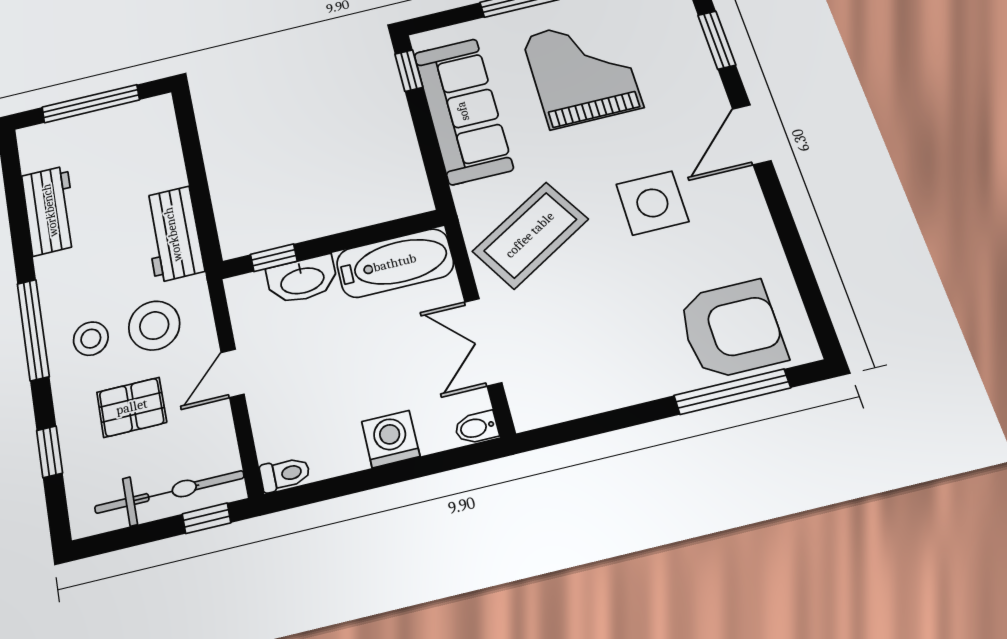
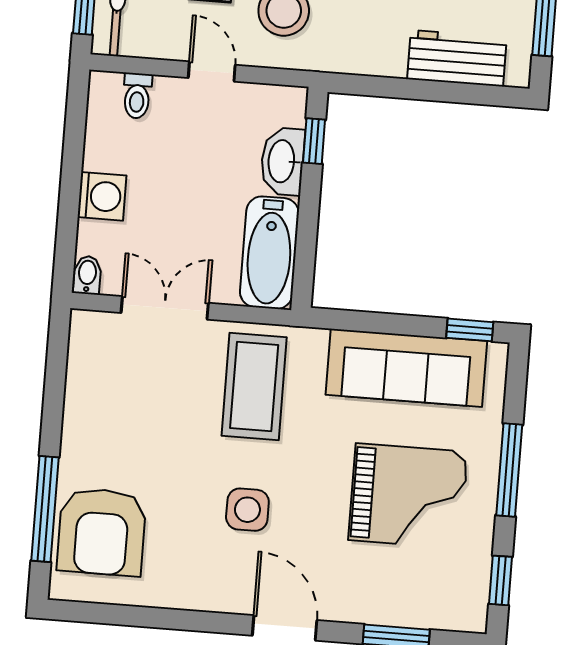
side table: (652, 203) -> (247, 510), width x0.73, depth x0.73
workbench: (173, 234) -> (457, 58), moved
coffee table: (530, 235) -> (254, 387), turned 31
toilet: (285, 474) -> (137, 96), moved

